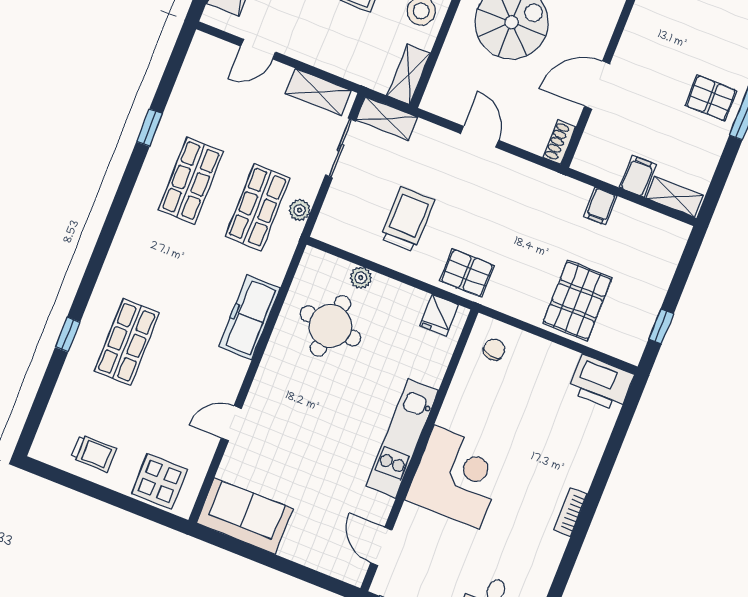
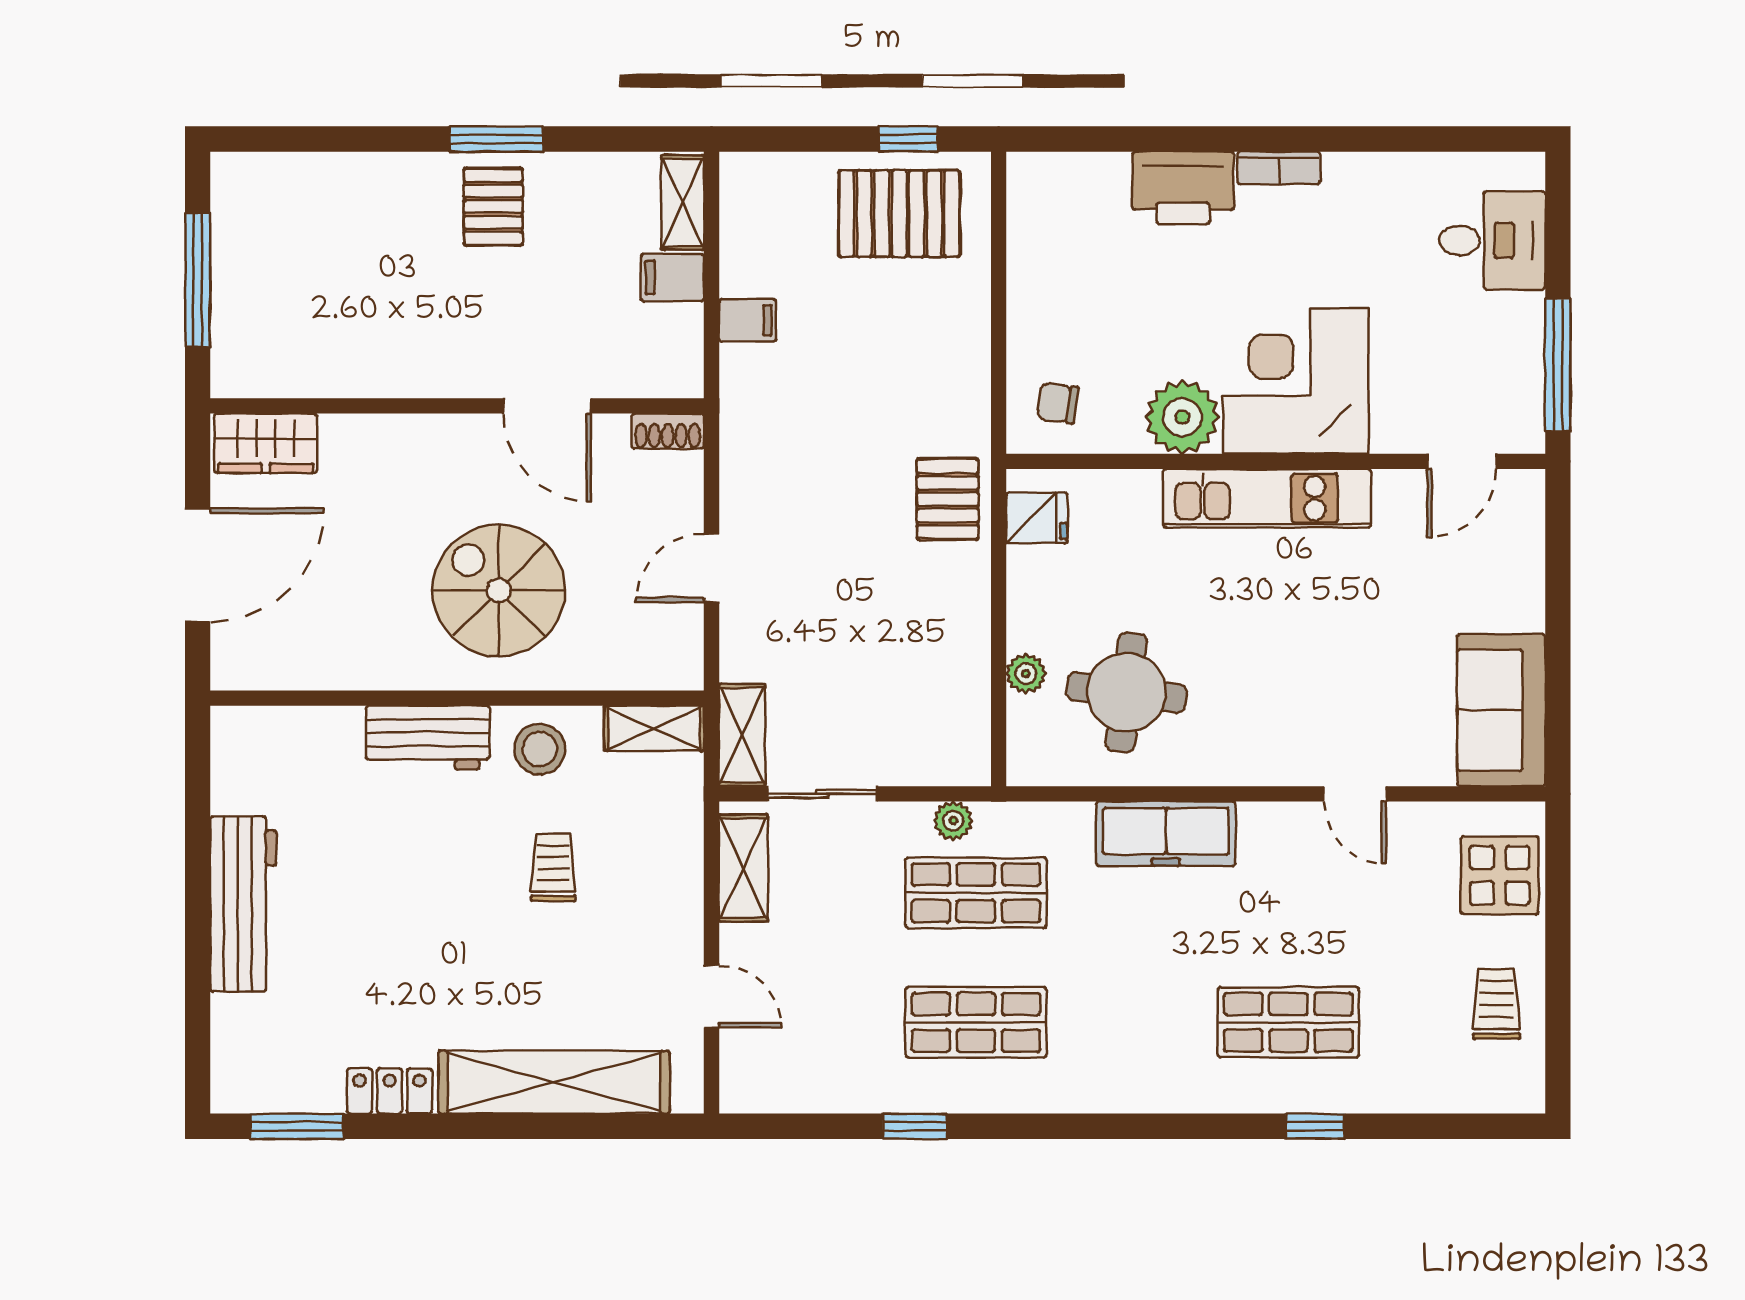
trolley: (407, 219) -> (897, 634), removed
pallet: (577, 301) -> (899, 214), moved
printer: (601, 383) -> (1183, 188), moved, turned 90
plant: (461, 411) -> (1182, 417), added

